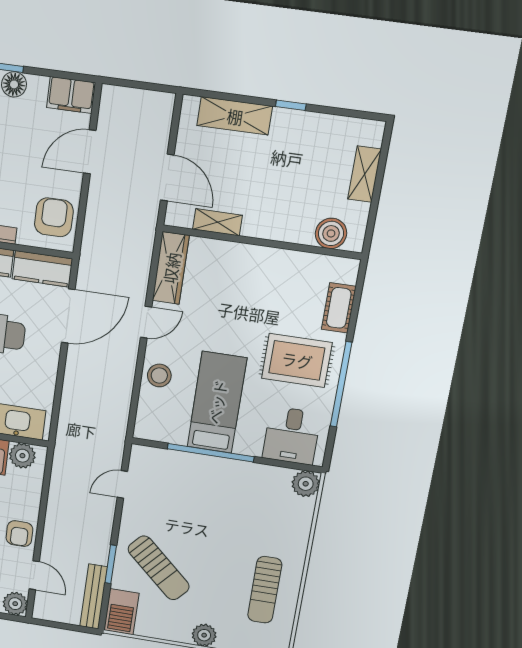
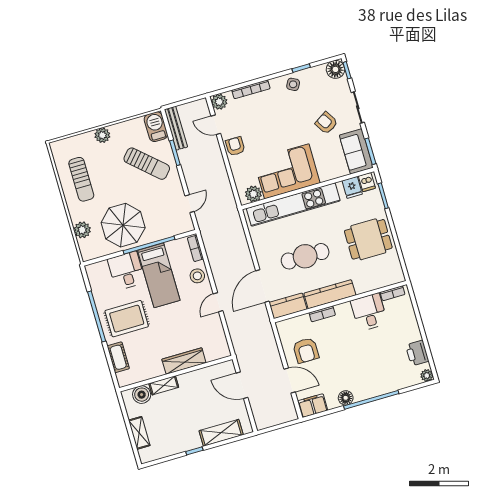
door: (90, 152) -> (290, 380), hinge flipped
armchair: (54, 217) -> (306, 350), moved
shelving: (217, 222) -> (164, 385), moved
wardrobe: (171, 268) -> (184, 361), moved, turned 90
bookcase: (143, 417) -> (195, 248), added
desk: (292, 436) -> (126, 271), moved
plant: (306, 484) -> (82, 230), moved
parasol: (235, 498) -> (123, 225), added
sun lounger: (159, 568) -> (147, 164), turned 180
sun lounger: (265, 590) -> (81, 179), turned 180

